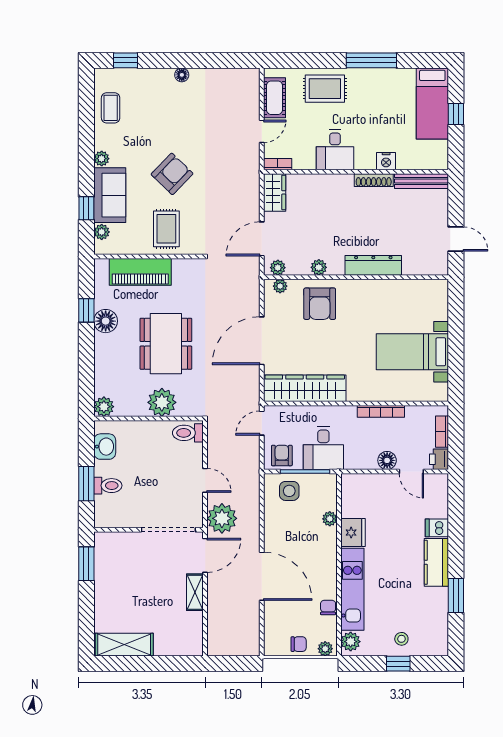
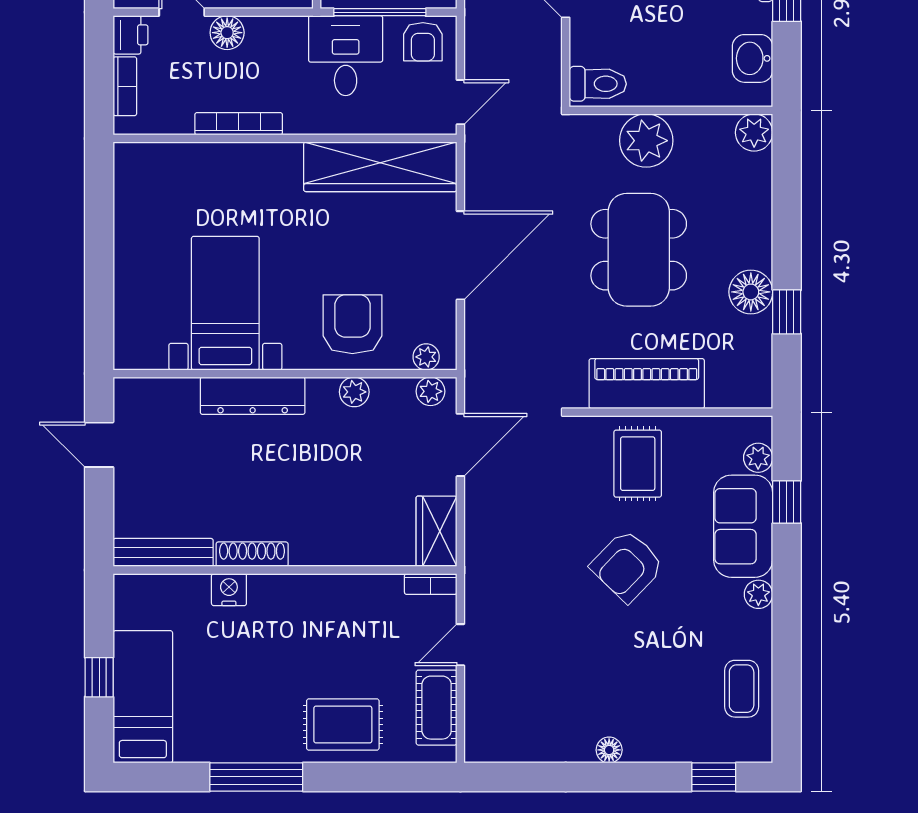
desk: (335, 150) -> (324, 611), removed
piano: (140, 272) -> (647, 384), moved
bed with nightstands: (412, 352) -> (225, 303), moved, turned -90

